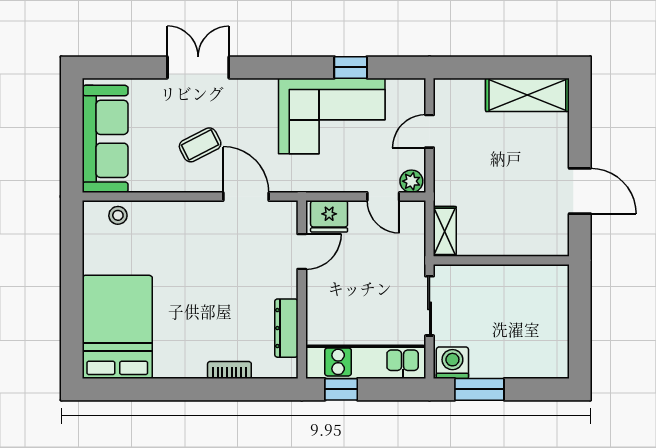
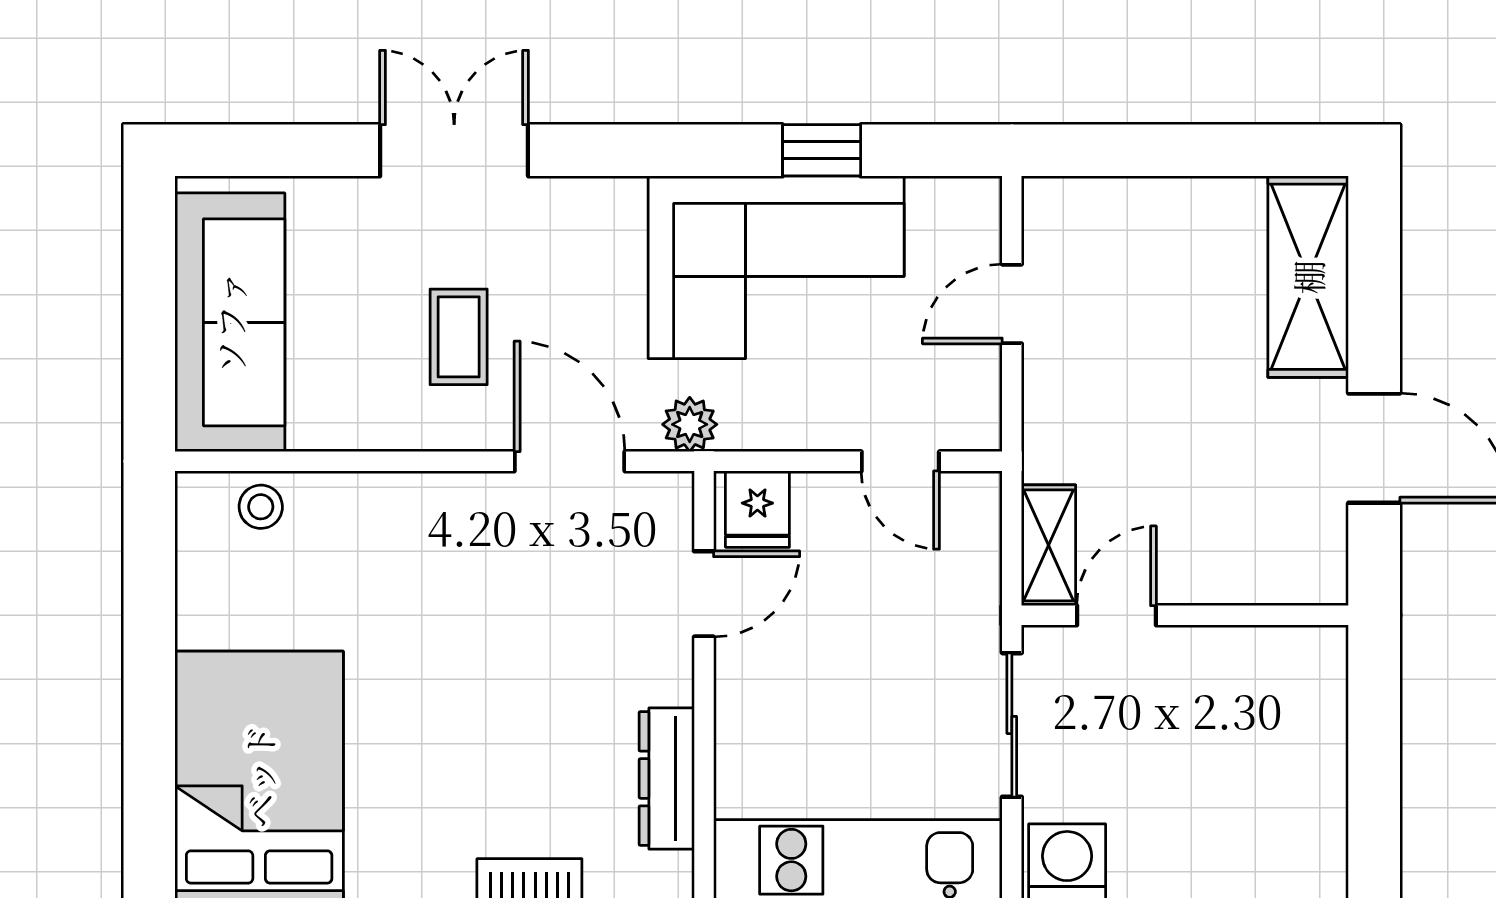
shelving: (527, 95) -> (1308, 277), moved, turned 90
coffee table: (200, 145) -> (459, 337), turned -63
plant: (411, 181) -> (690, 424), moved
fridge: (329, 216) -> (757, 509), width x0.72
door: (473, 260) -> (1116, 615), added

